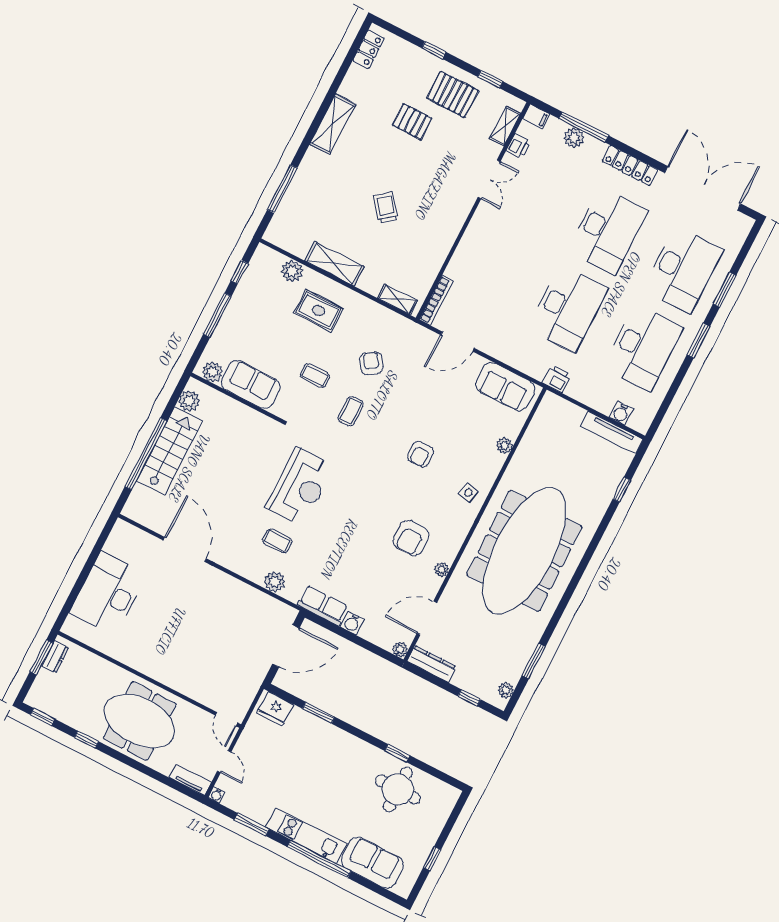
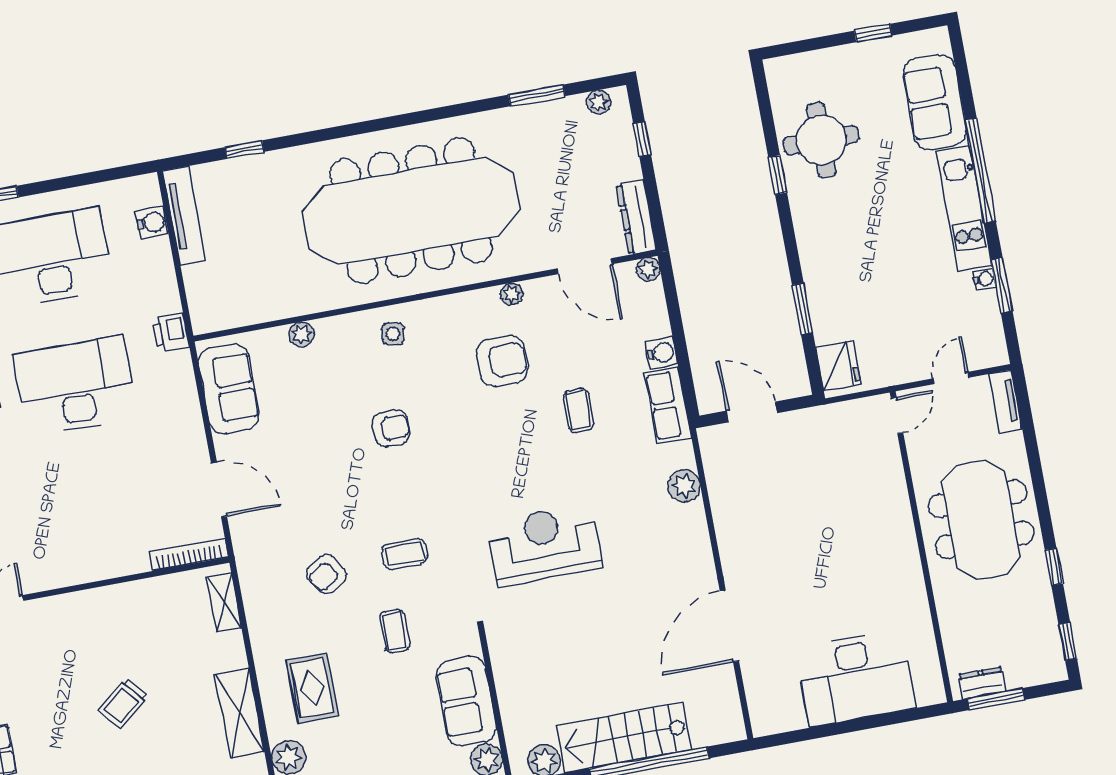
coffee table: (277, 541) -> (579, 411), moved
door: (286, 646) -> (752, 412), width x0.73
water cooler: (217, 795) -> (984, 279), moved

